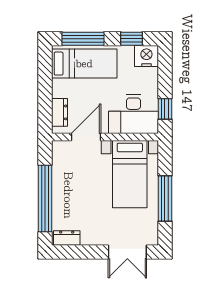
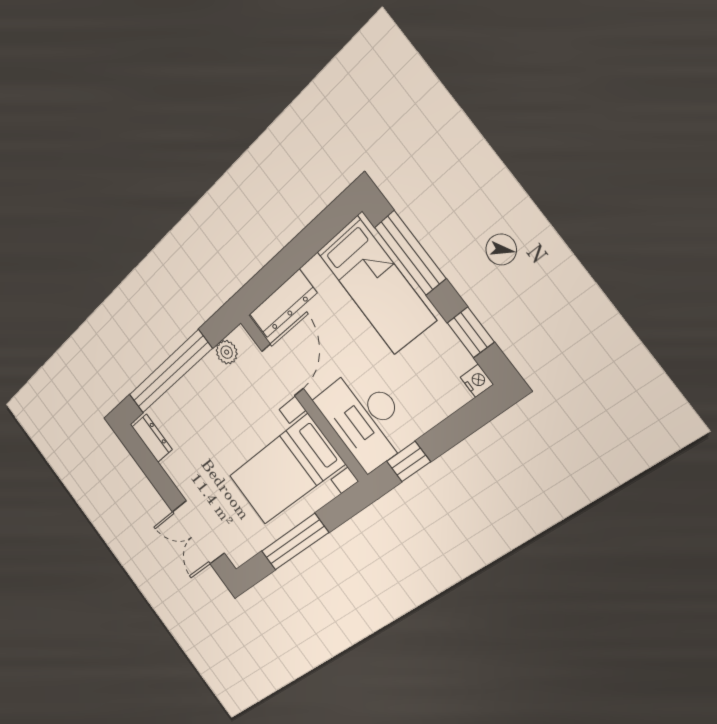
nightstand: (146, 56) -> (477, 381), width x0.53, depth x0.56
dresser: (60, 112) -> (283, 304), width x1.44
door: (86, 137) -> (282, 370), hinge flipped
plant: (59, 159) -> (227, 352), added

